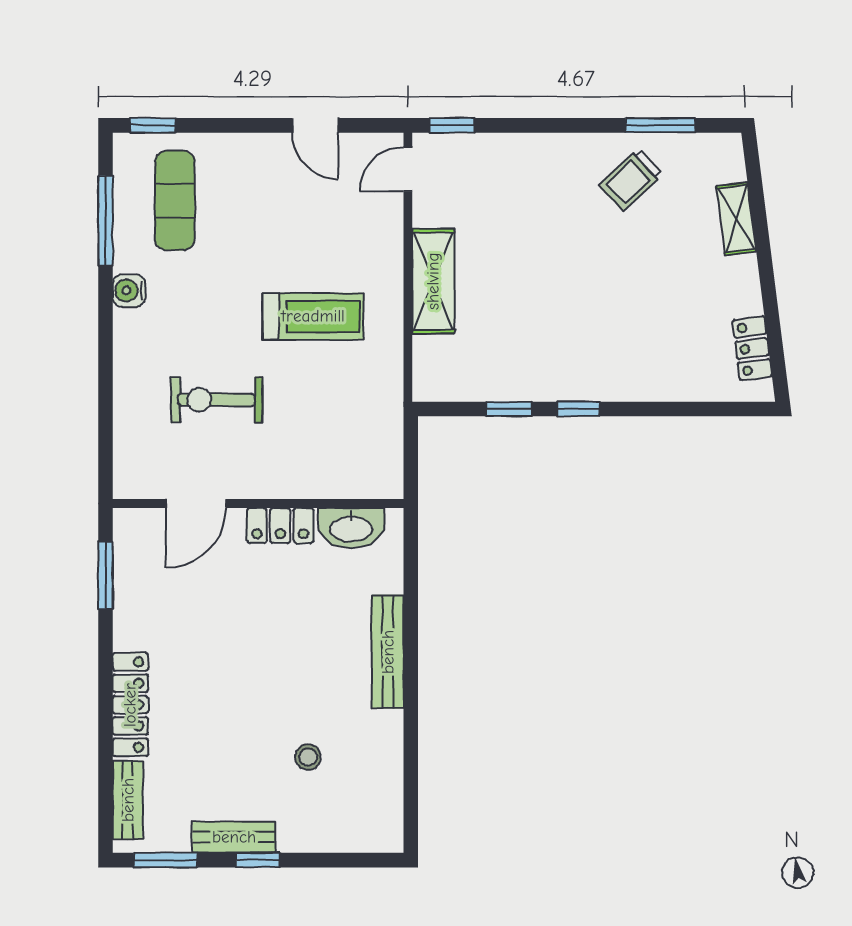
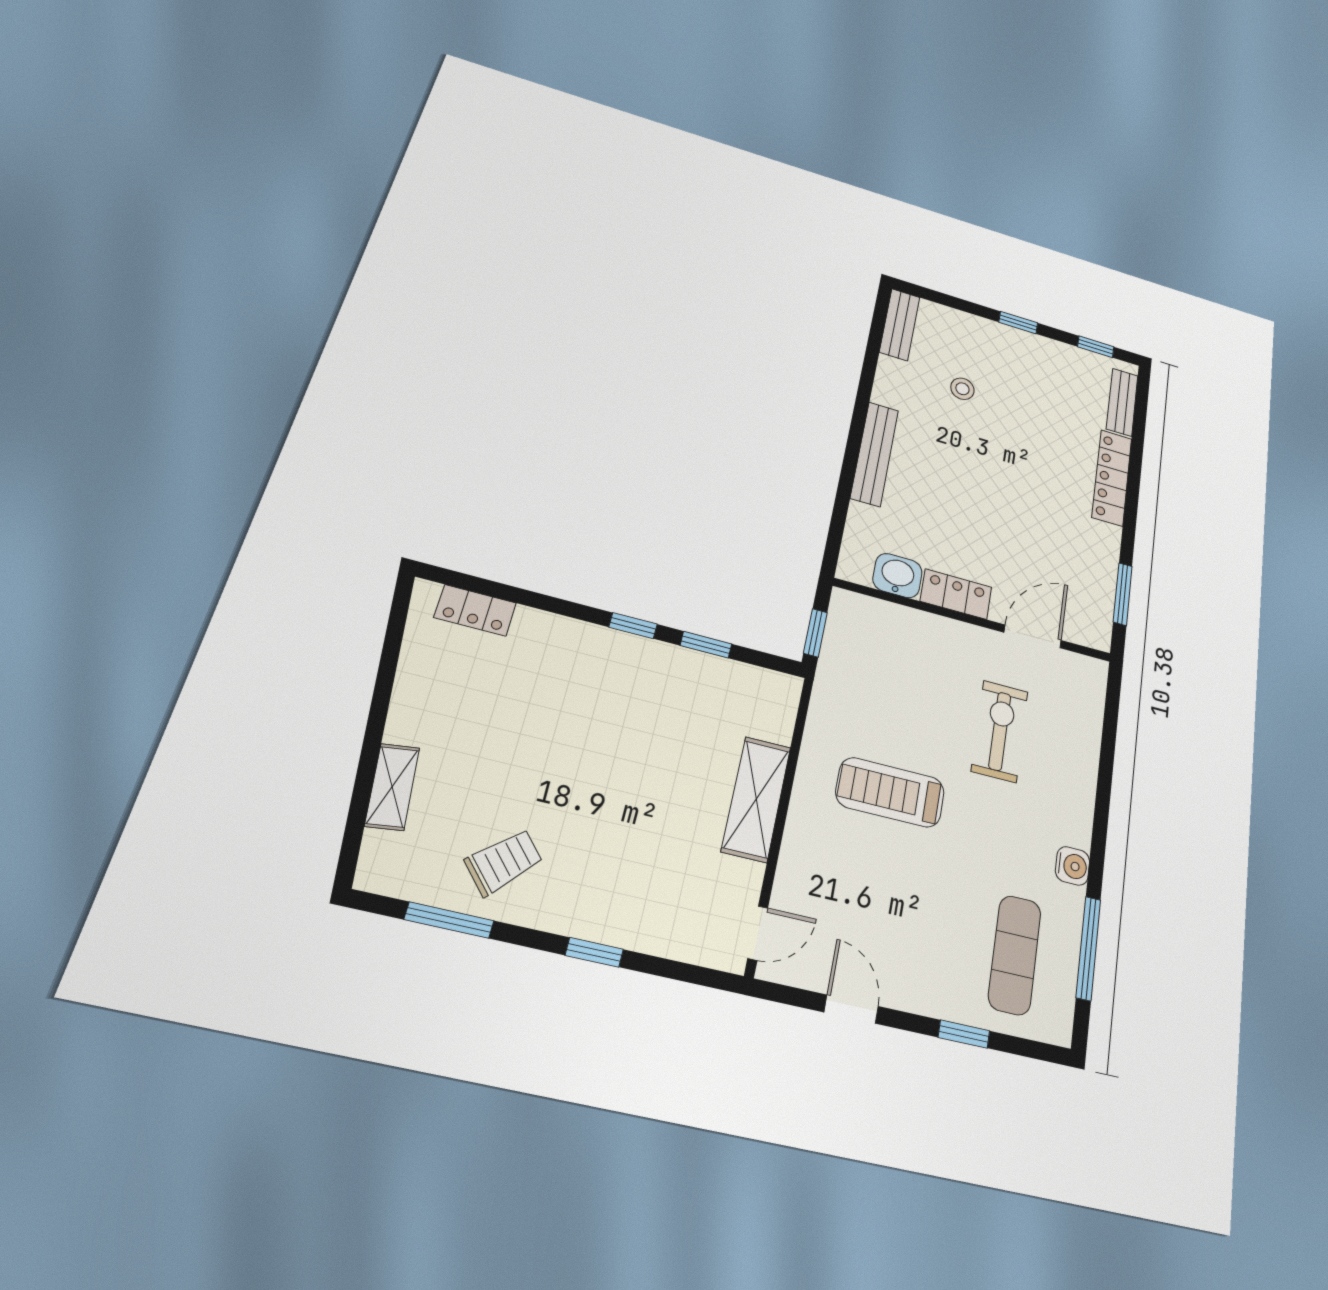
window: (153, 125) -> (964, 1034), moved
window: (452, 125) -> (594, 952), moved
locker: (752, 348) -> (475, 610), moved, turned 97
exercise bike: (217, 400) -> (1000, 731), turned -90
window: (411, 448) -> (815, 633), added
washbasin: (351, 528) -> (897, 576), width x0.72
bench: (234, 837) -> (900, 325), moved, turned 90
window: (165, 860) -> (1096, 347), width x0.67

